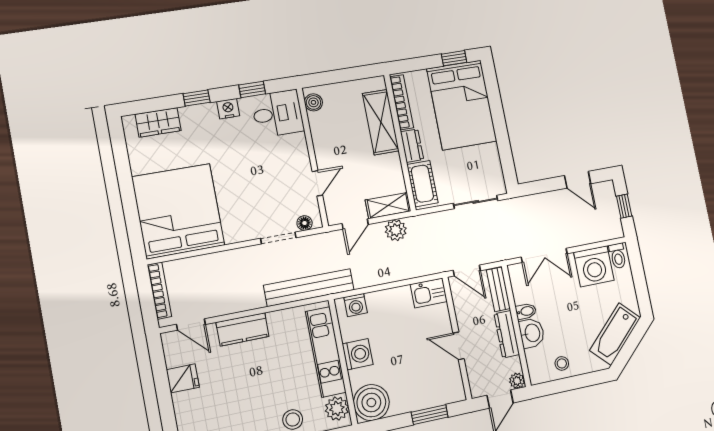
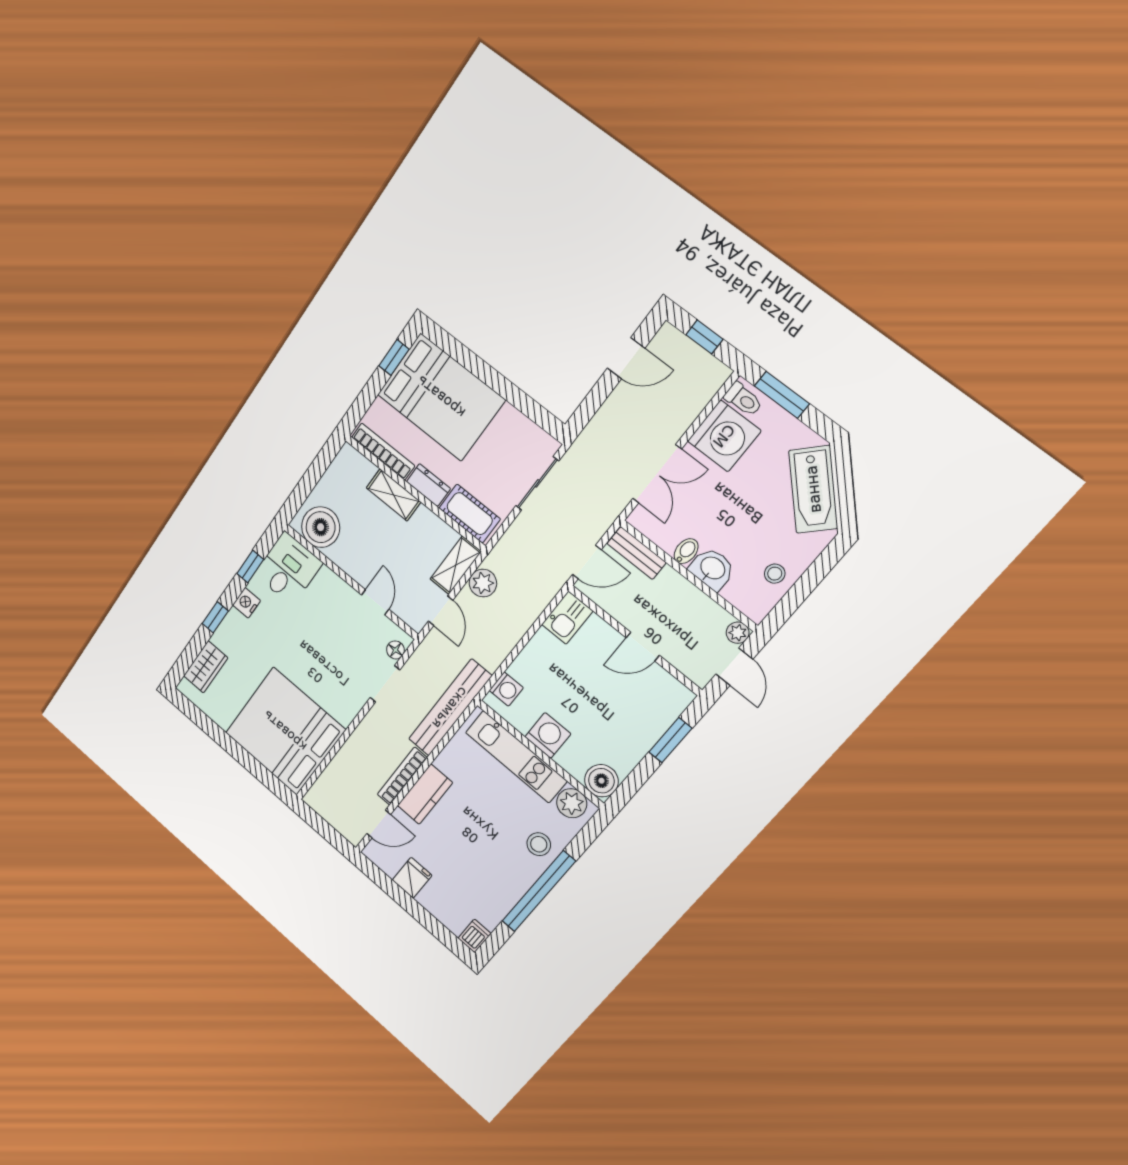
boiler: (313, 102) -> (321, 527), width x1.86, depth x1.86
shelving: (381, 122) -> (394, 495), width x0.67, depth x0.75
window: (638, 271) -> (782, 395), added
bookcase: (159, 291) -> (402, 776), moved, turned -90
dresser: (507, 334) -> (685, 593), removed
boiler: (371, 403) -> (601, 781), width x0.73, depth x0.73

